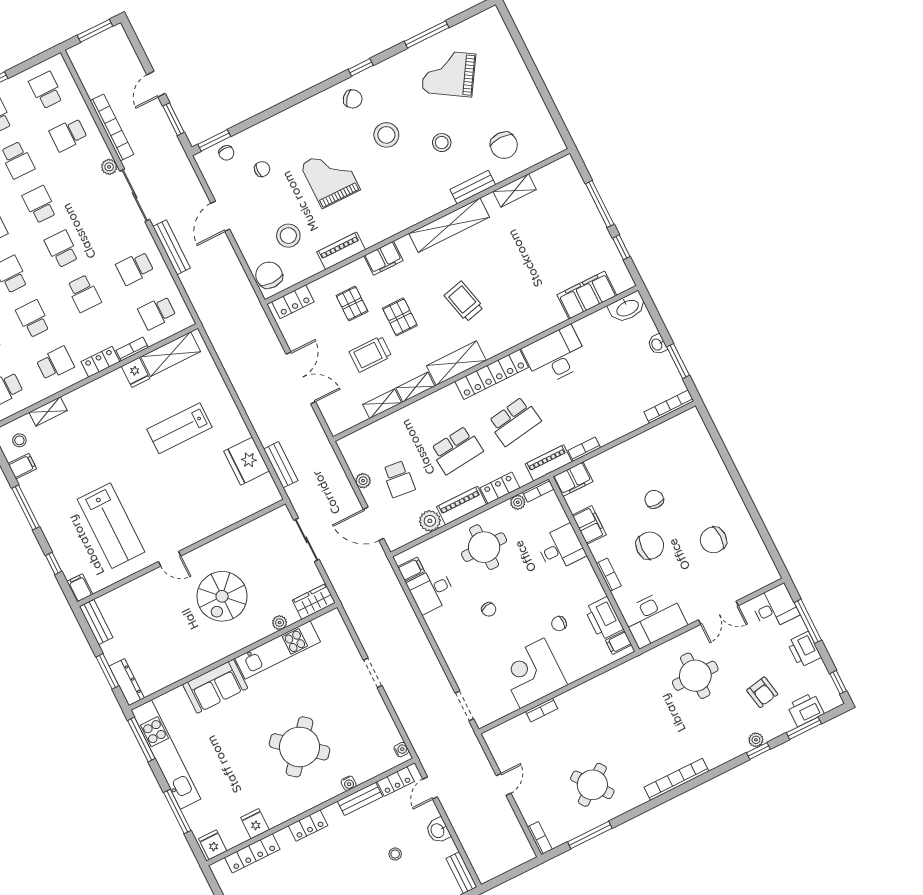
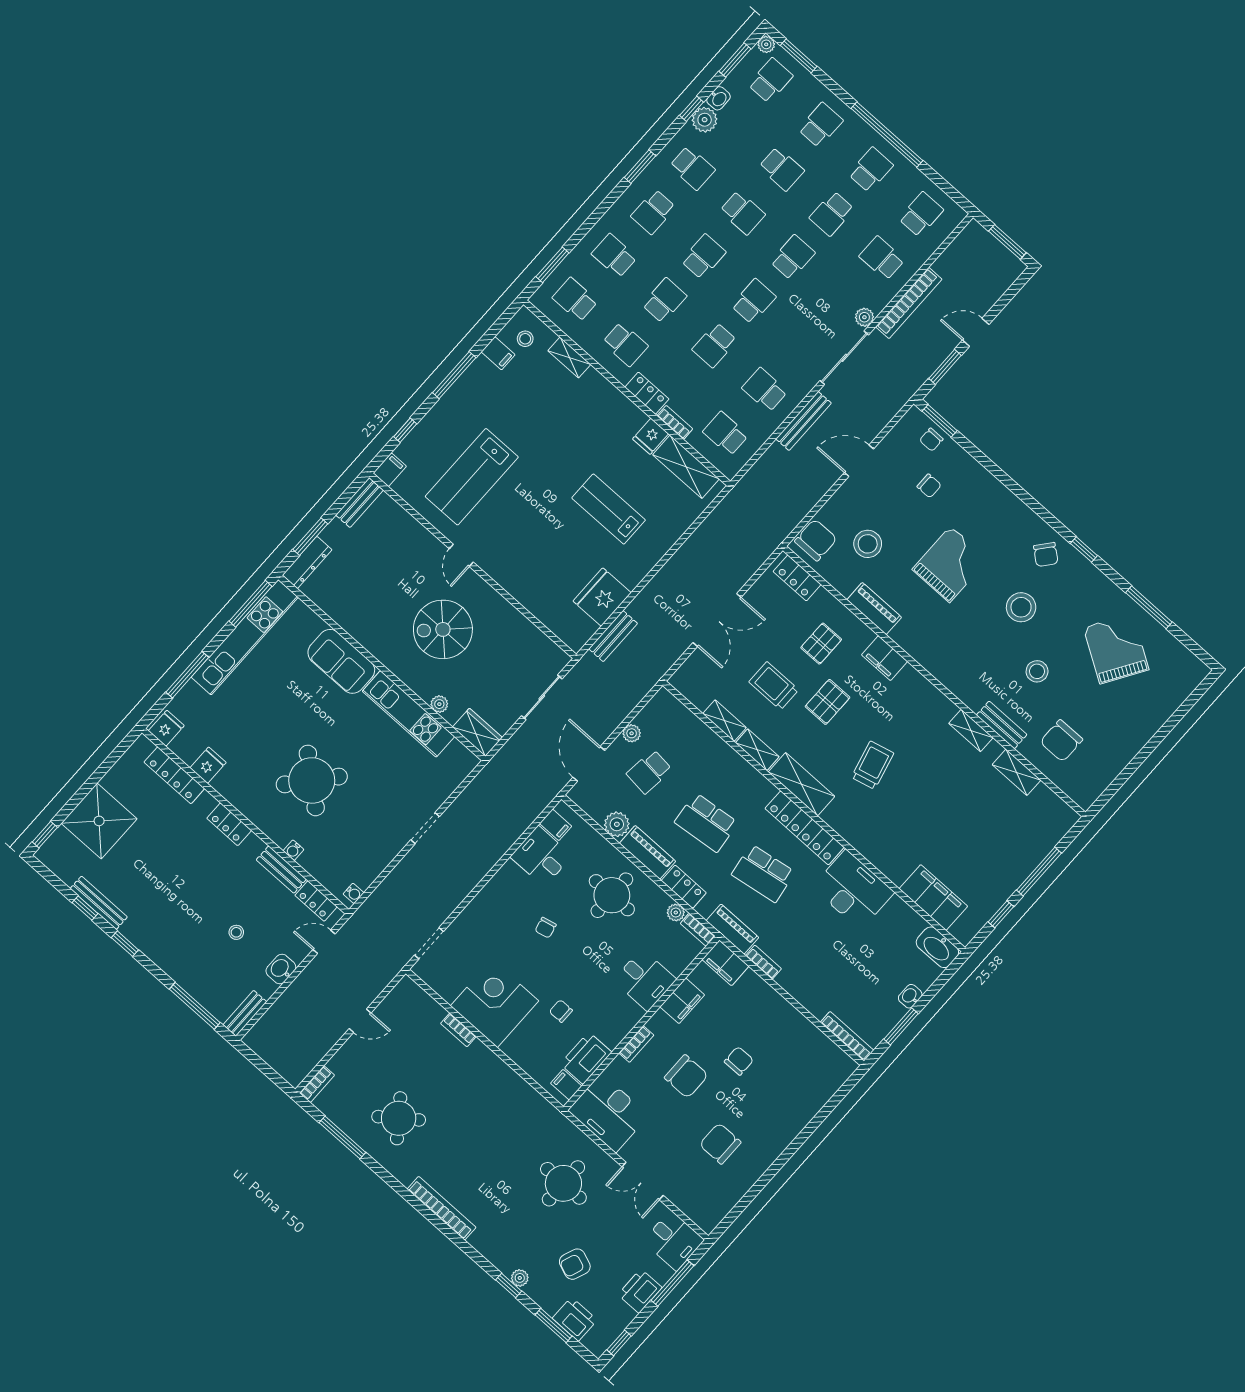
shelving: (449, 225) -> (971, 730), width x0.45, depth x0.75
armchair: (762, 692) -> (575, 1264), turned 32

